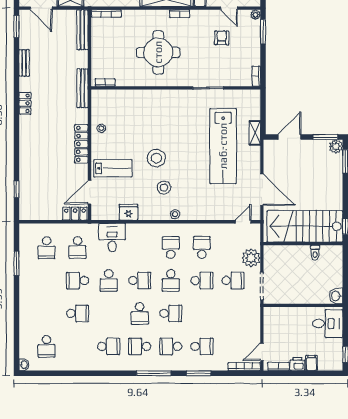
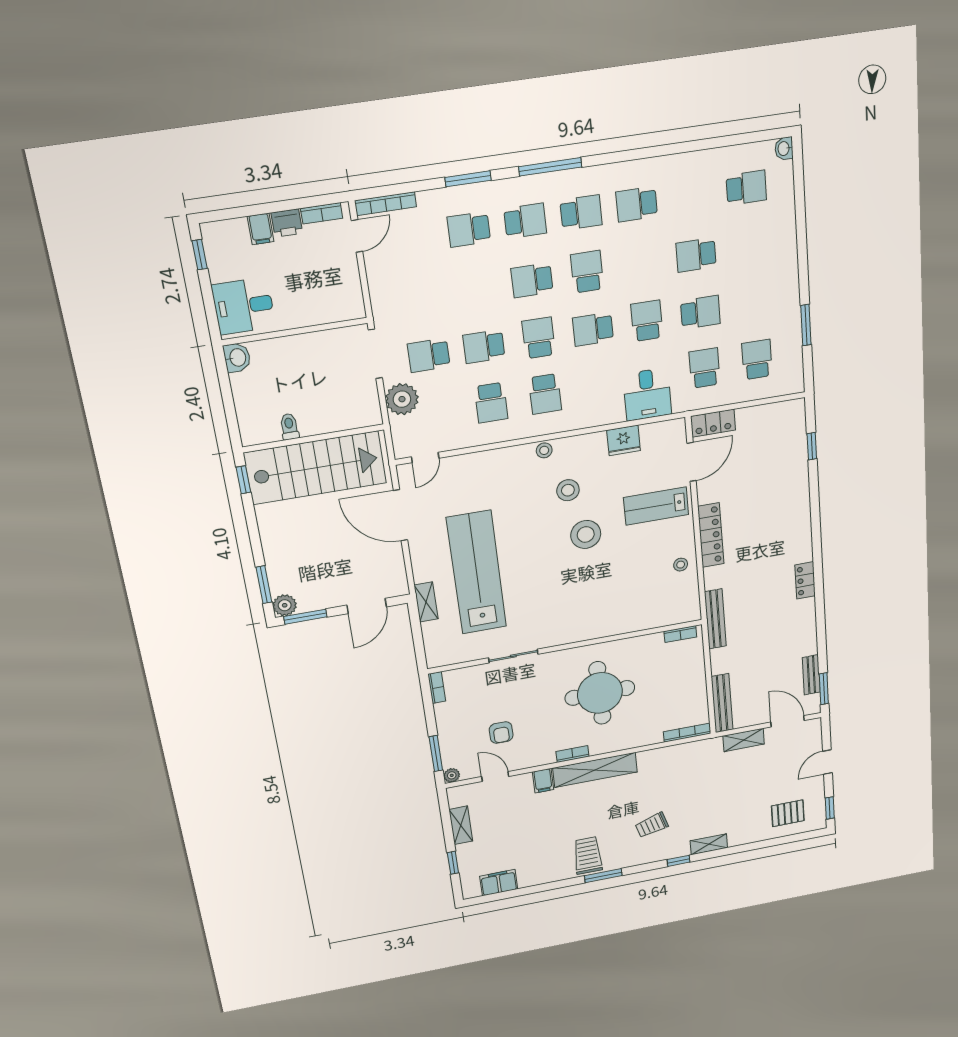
bench: (24, 63) -> (811, 675), moved
school desk: (46, 346) -> (746, 188), turned 90

